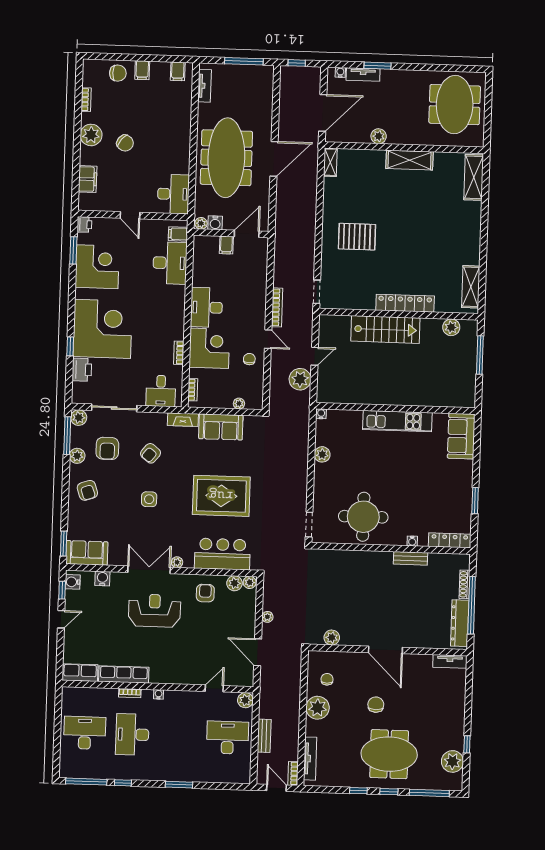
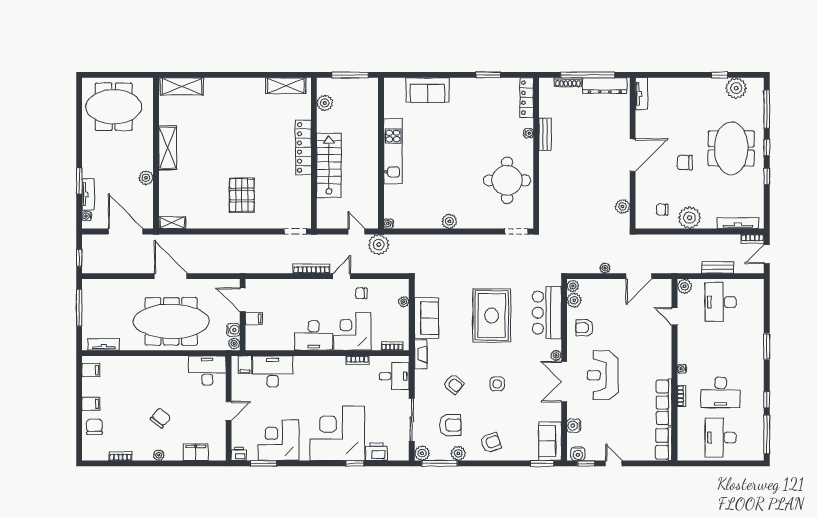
plant: (91, 135) -> (159, 455), width x0.53, depth x0.53
wall: (396, 408) -> (381, 153), moved
water cooler: (321, 414) -> (389, 224), moved
kitchen unit: (397, 421) -> (393, 151), moved

